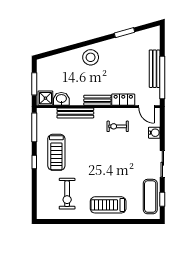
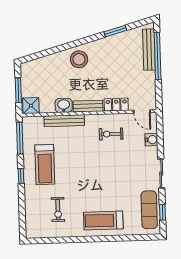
bench: (155, 69) -> (149, 50), moved
window: (162, 78) -> (158, 56), moved
washbasin: (61, 99) -> (64, 105), moved
exercise bike: (67, 194) -> (58, 210), width x0.73, depth x0.72

